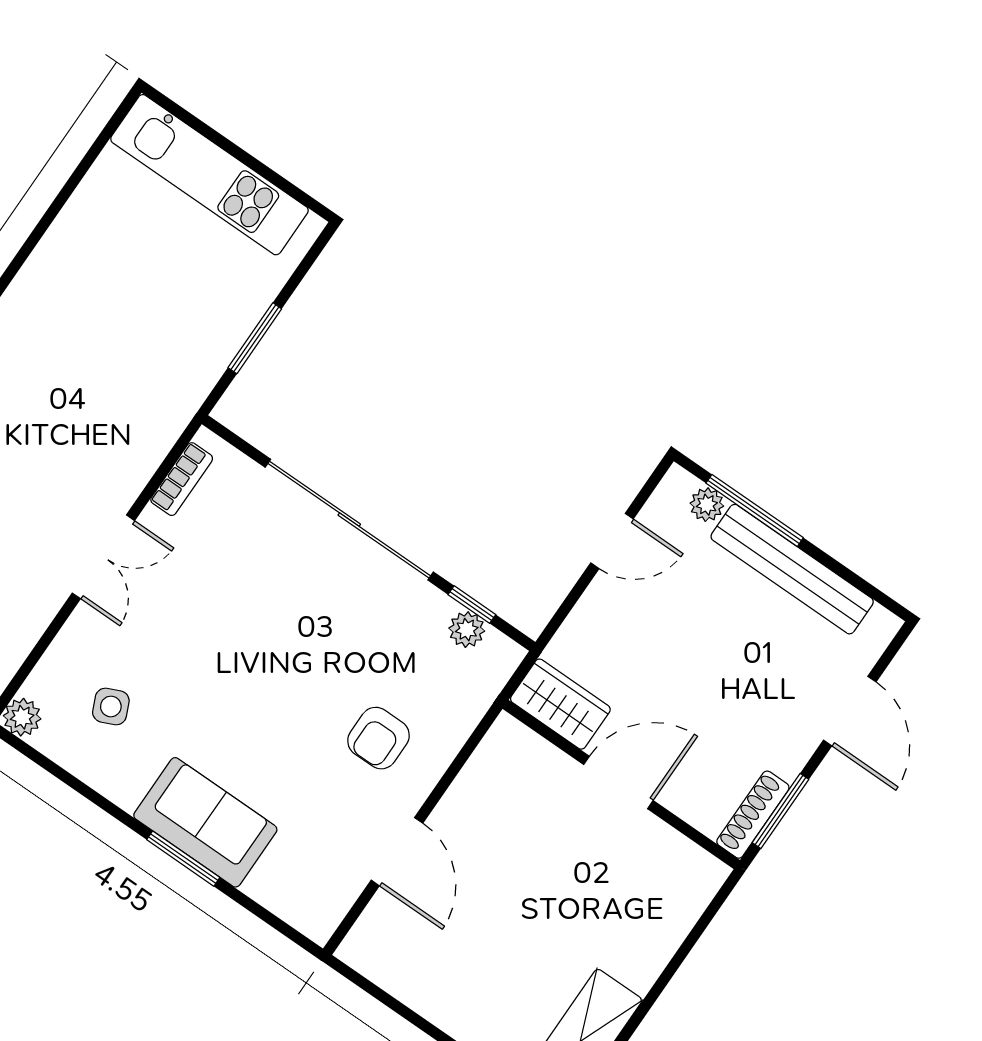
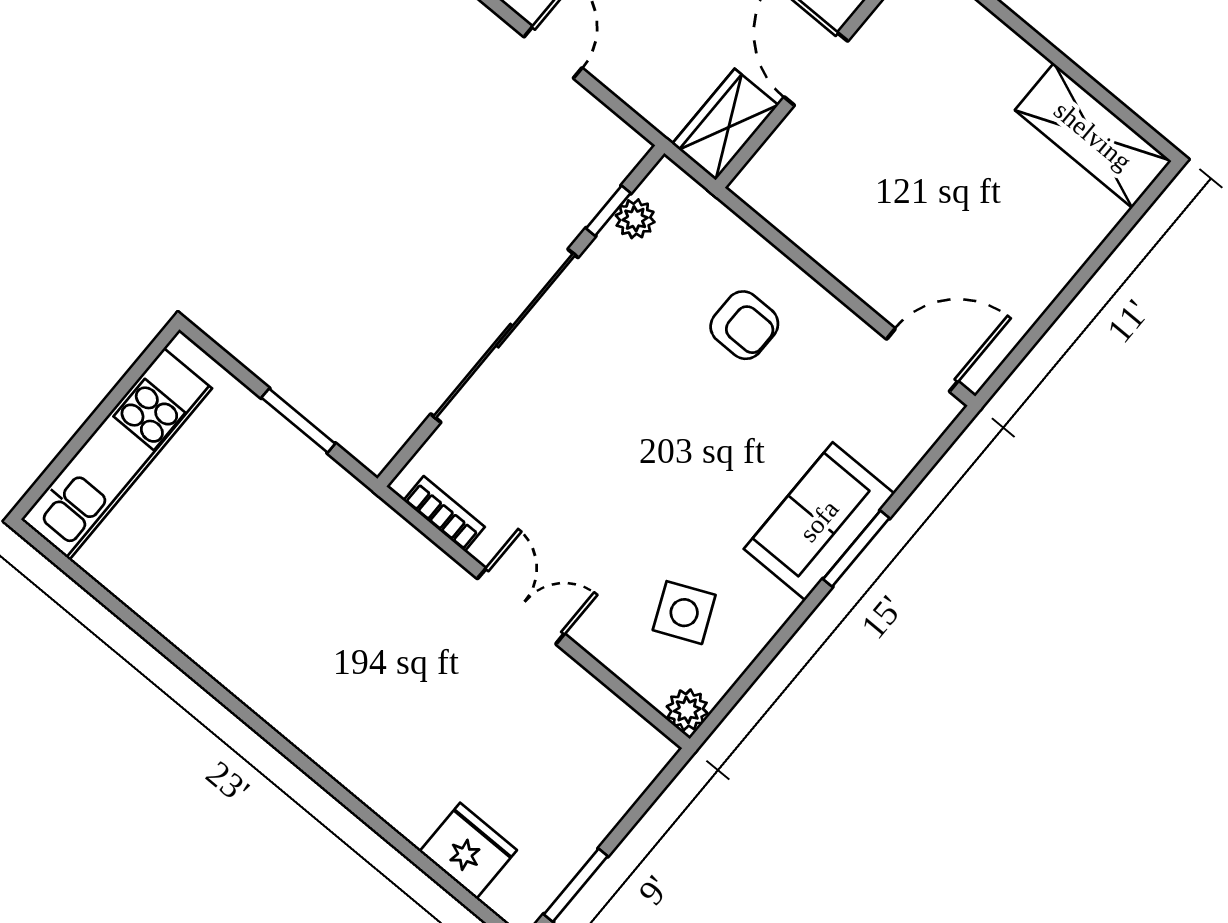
side table: (111, 706) -> (684, 613), width x1.37, depth x1.37
door: (397, 852) -> (922, 360), moved

